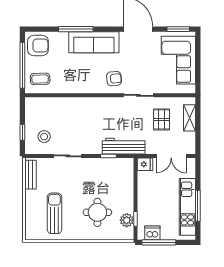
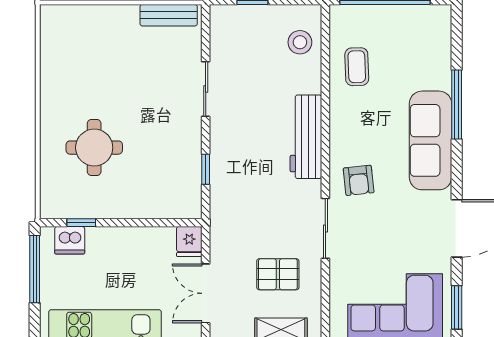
armchair: (38, 46) -> (424, 30), removed
coffee table: (40, 79) -> (357, 67), moved
stool: (44, 137) -> (300, 42), moved
workbench: (124, 146) -> (306, 137), moved, turned 180
sun lounger: (54, 213) -> (92, 63), removed
plant: (127, 220) -> (79, 205), removed
dishwasher: (152, 233) -> (70, 240), moved, turned 90

